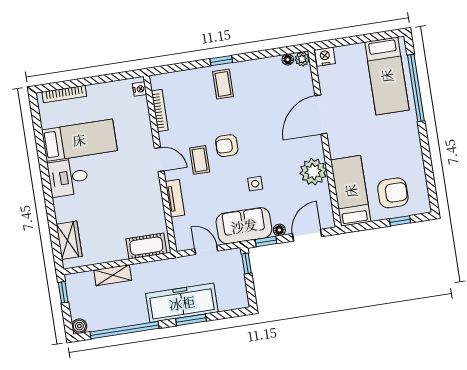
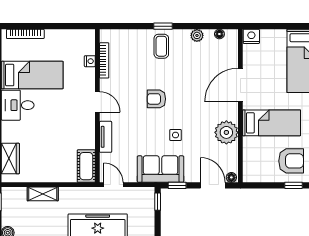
plant: (302, 59) -> (197, 35), moved
nightstand: (140, 89) -> (90, 61), moved
coffee table: (200, 160) -> (131, 108), removed
bed: (351, 191) -> (271, 123), moved, turned 90
floor lamp: (279, 230) -> (231, 177), moved
door: (307, 235) -> (213, 185), hinge flipped
cot: (146, 246) -> (86, 166), moved, turned 90
door: (206, 250) -> (113, 185), moved

